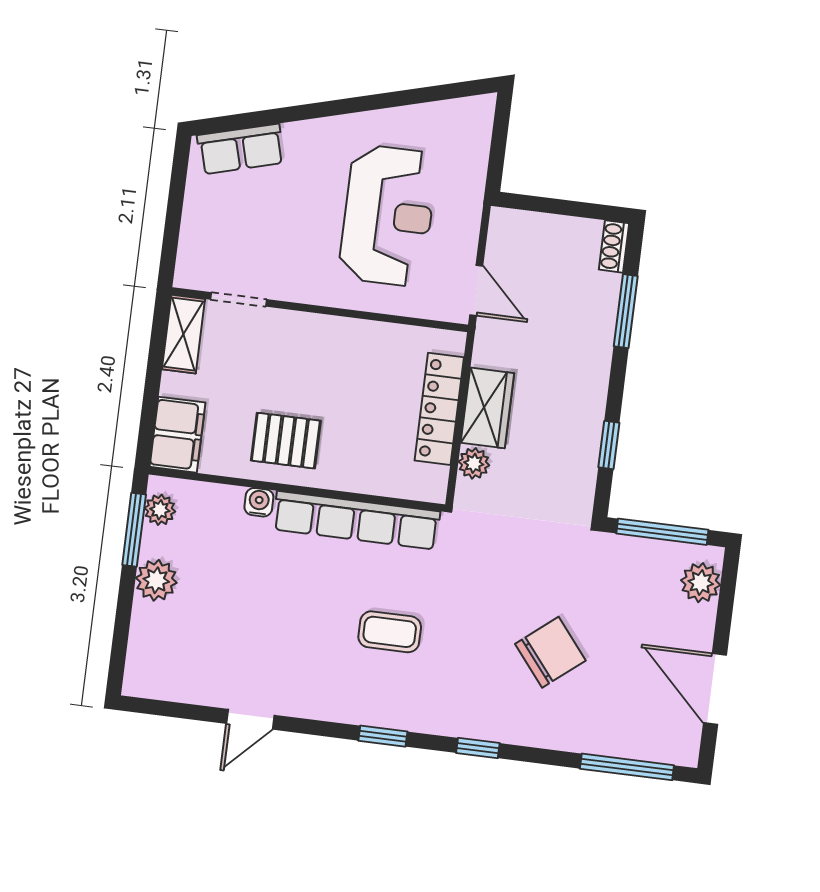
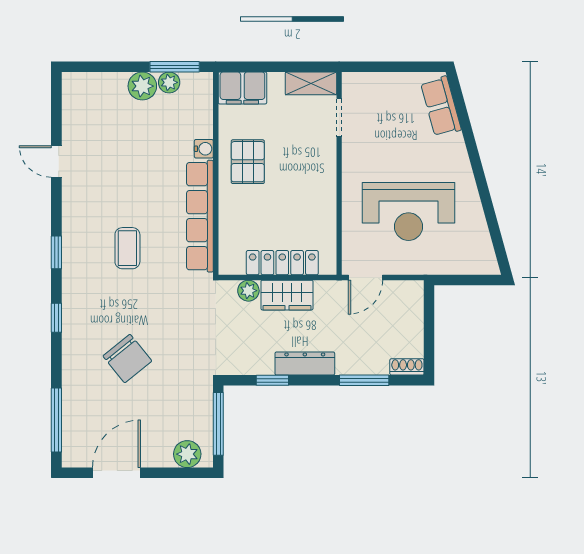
dresser: (590, 395) -> (305, 364), added
plant: (160, 510) -> (169, 82), moved

